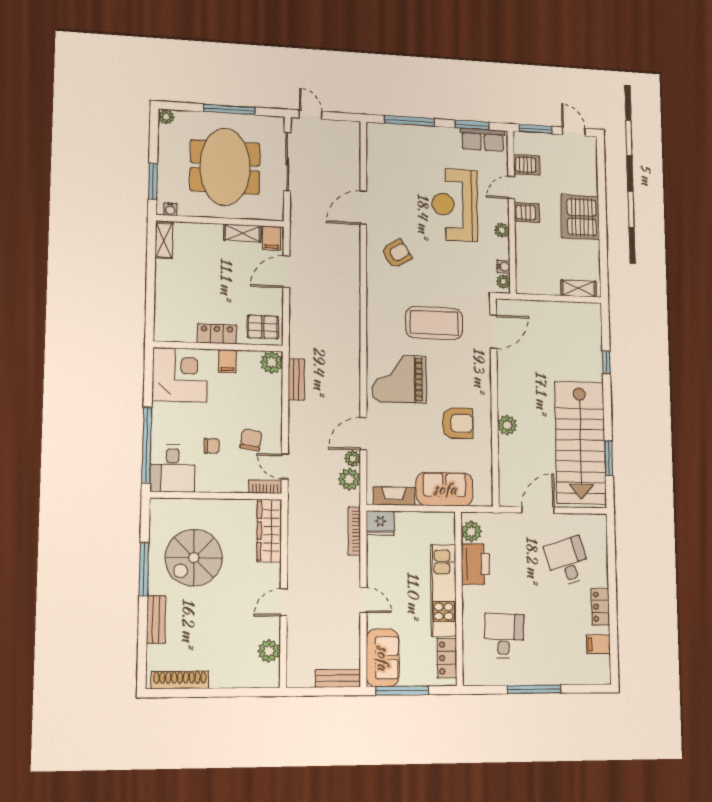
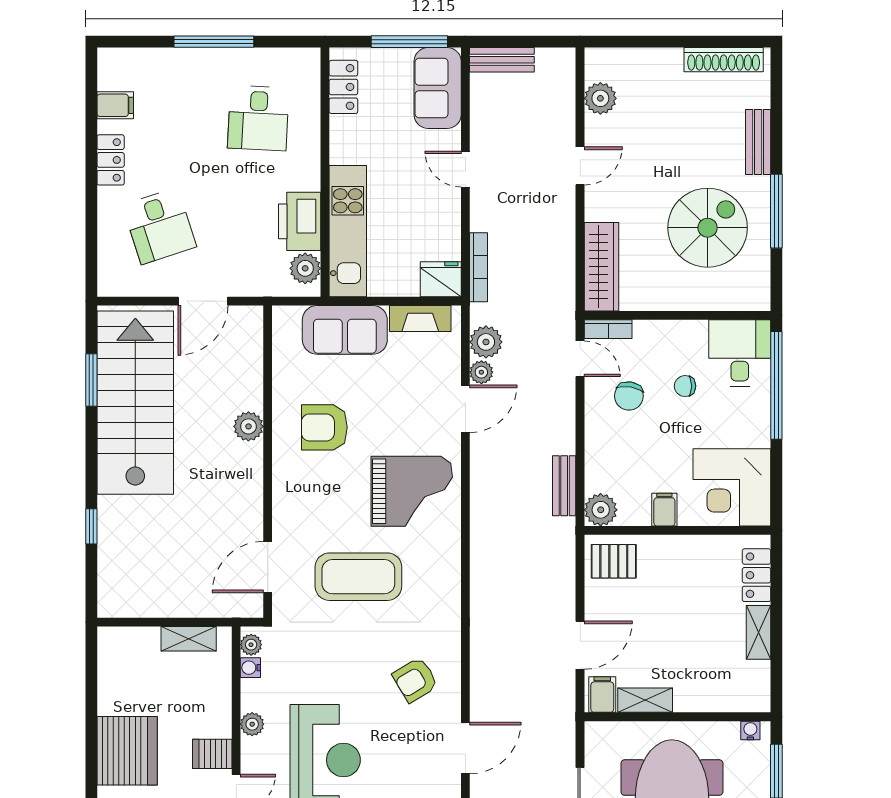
shelving: (164, 240) -> (759, 632), moved
shelving: (579, 288) -> (189, 639), moved
locker: (217, 334) -> (757, 575), moved, turned 90
kitchen unit: (443, 590) -> (348, 231), moved

